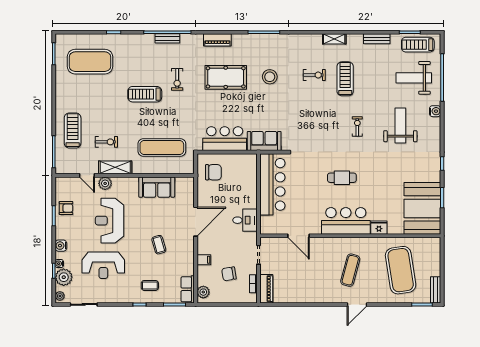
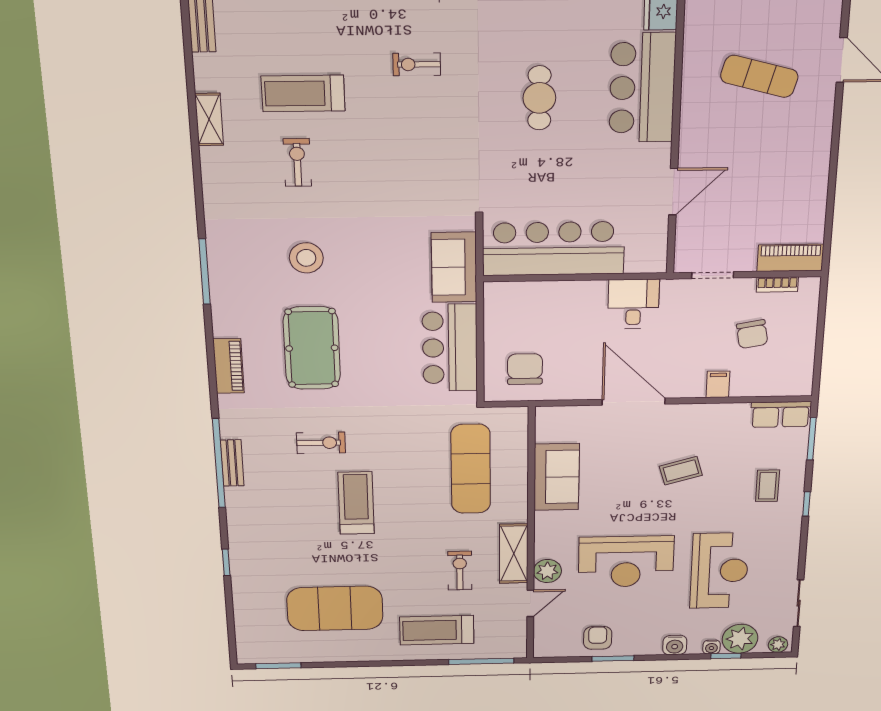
exercise mat: (90, 62) -> (335, 608), moved, turned 90
treadmill: (145, 94) -> (356, 503), turned 180
plant: (203, 292) -> (789, 384), removed

